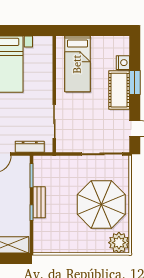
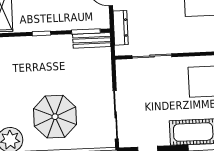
bench: (39, 202) -> (92, 40), moved
parasol: (101, 204) -> (55, 117), width x0.73, depth x0.73

